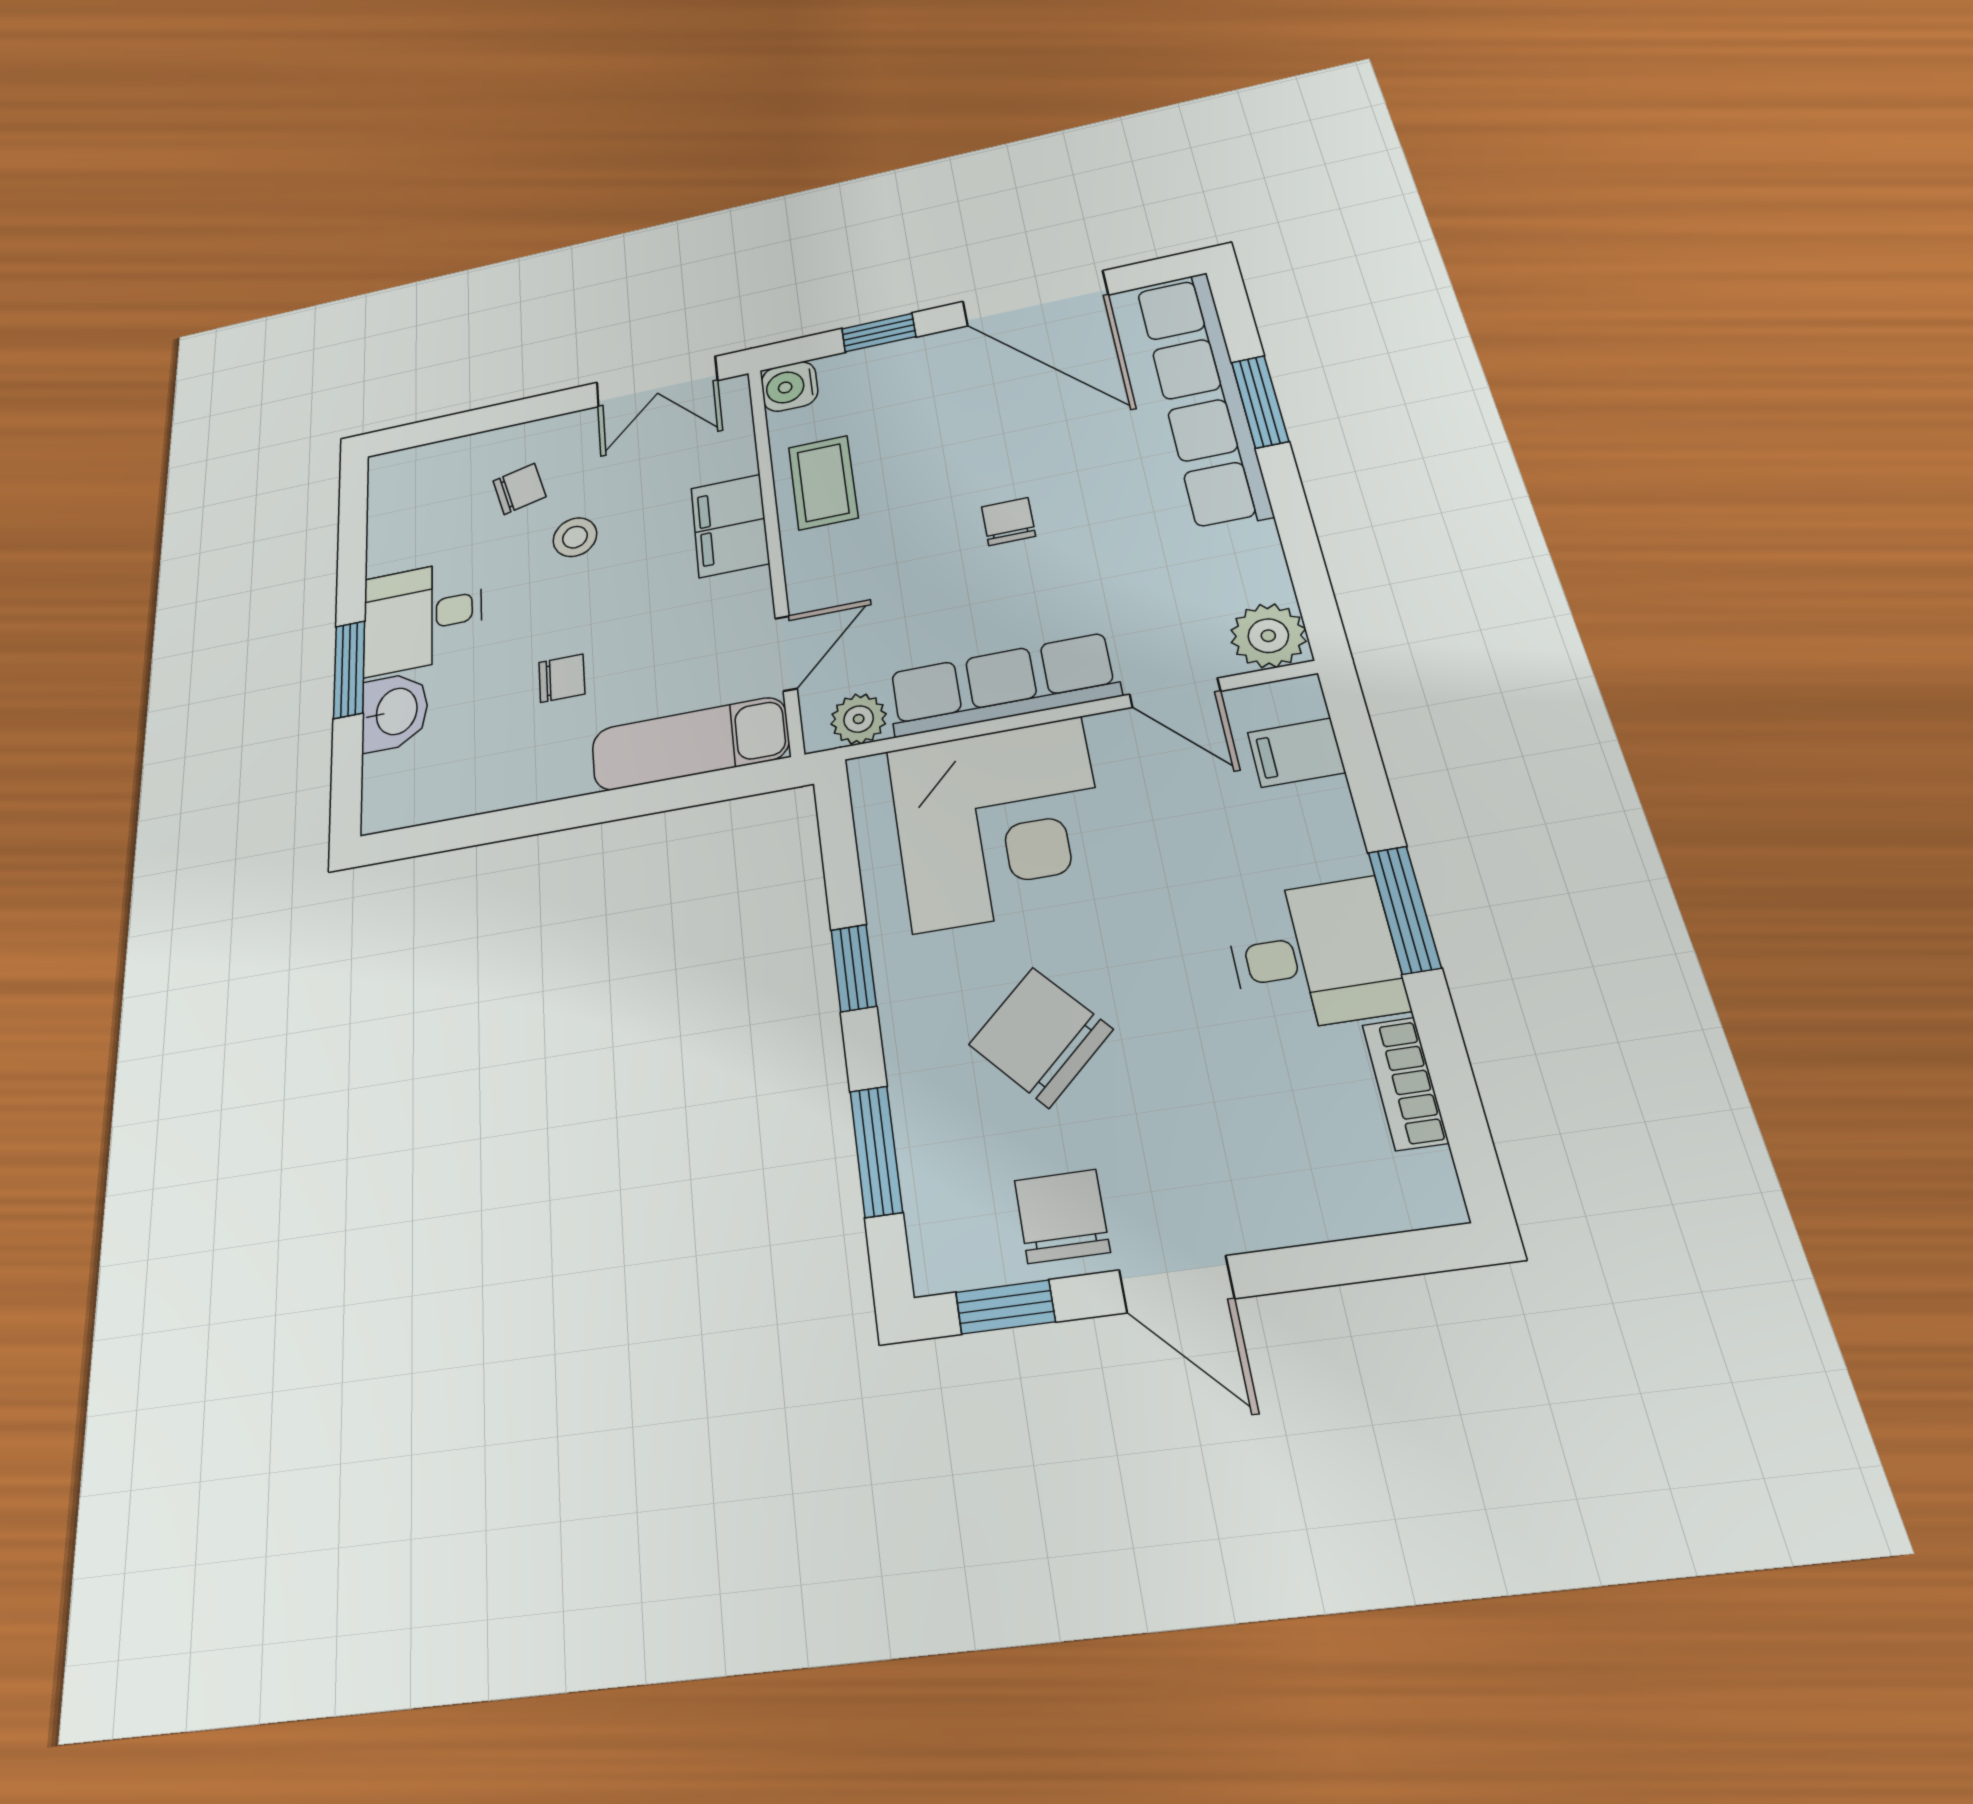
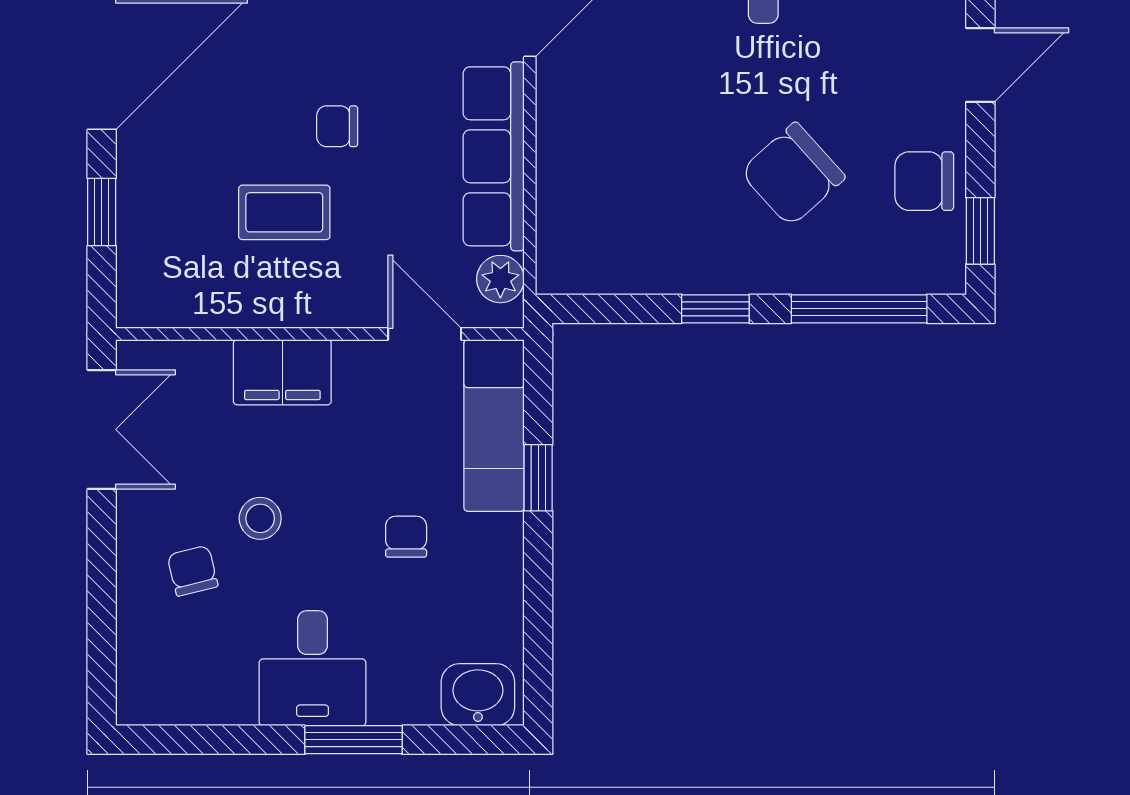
water cooler: (789, 387) -> (142, 302), removed
coffee table: (823, 482) -> (284, 212), moved
washbasin: (395, 712) -> (478, 695), moved
window: (634, 801) -> (538, 478), added
corner desk: (998, 823) -> (616, 179), removed
window: (876, 1151) -> (859, 309), width x1.44
door: (1176, 1284) -> (980, 65), moved

